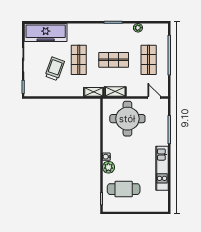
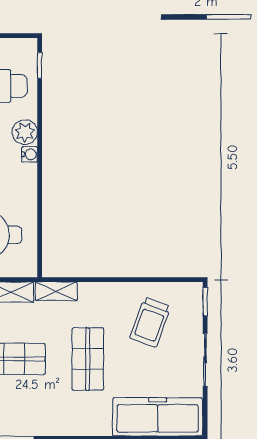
trolley: (55, 69) -> (150, 322), moved

